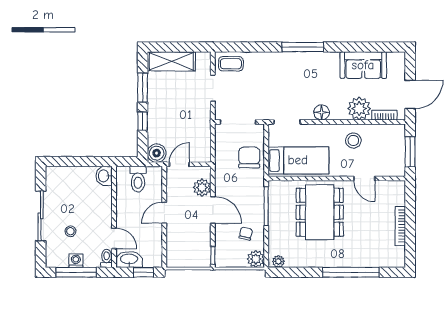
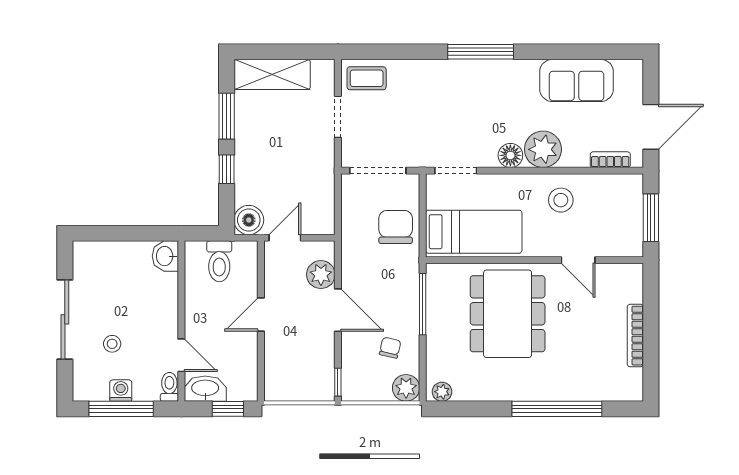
plant: (359, 109) -> (543, 149), moved

